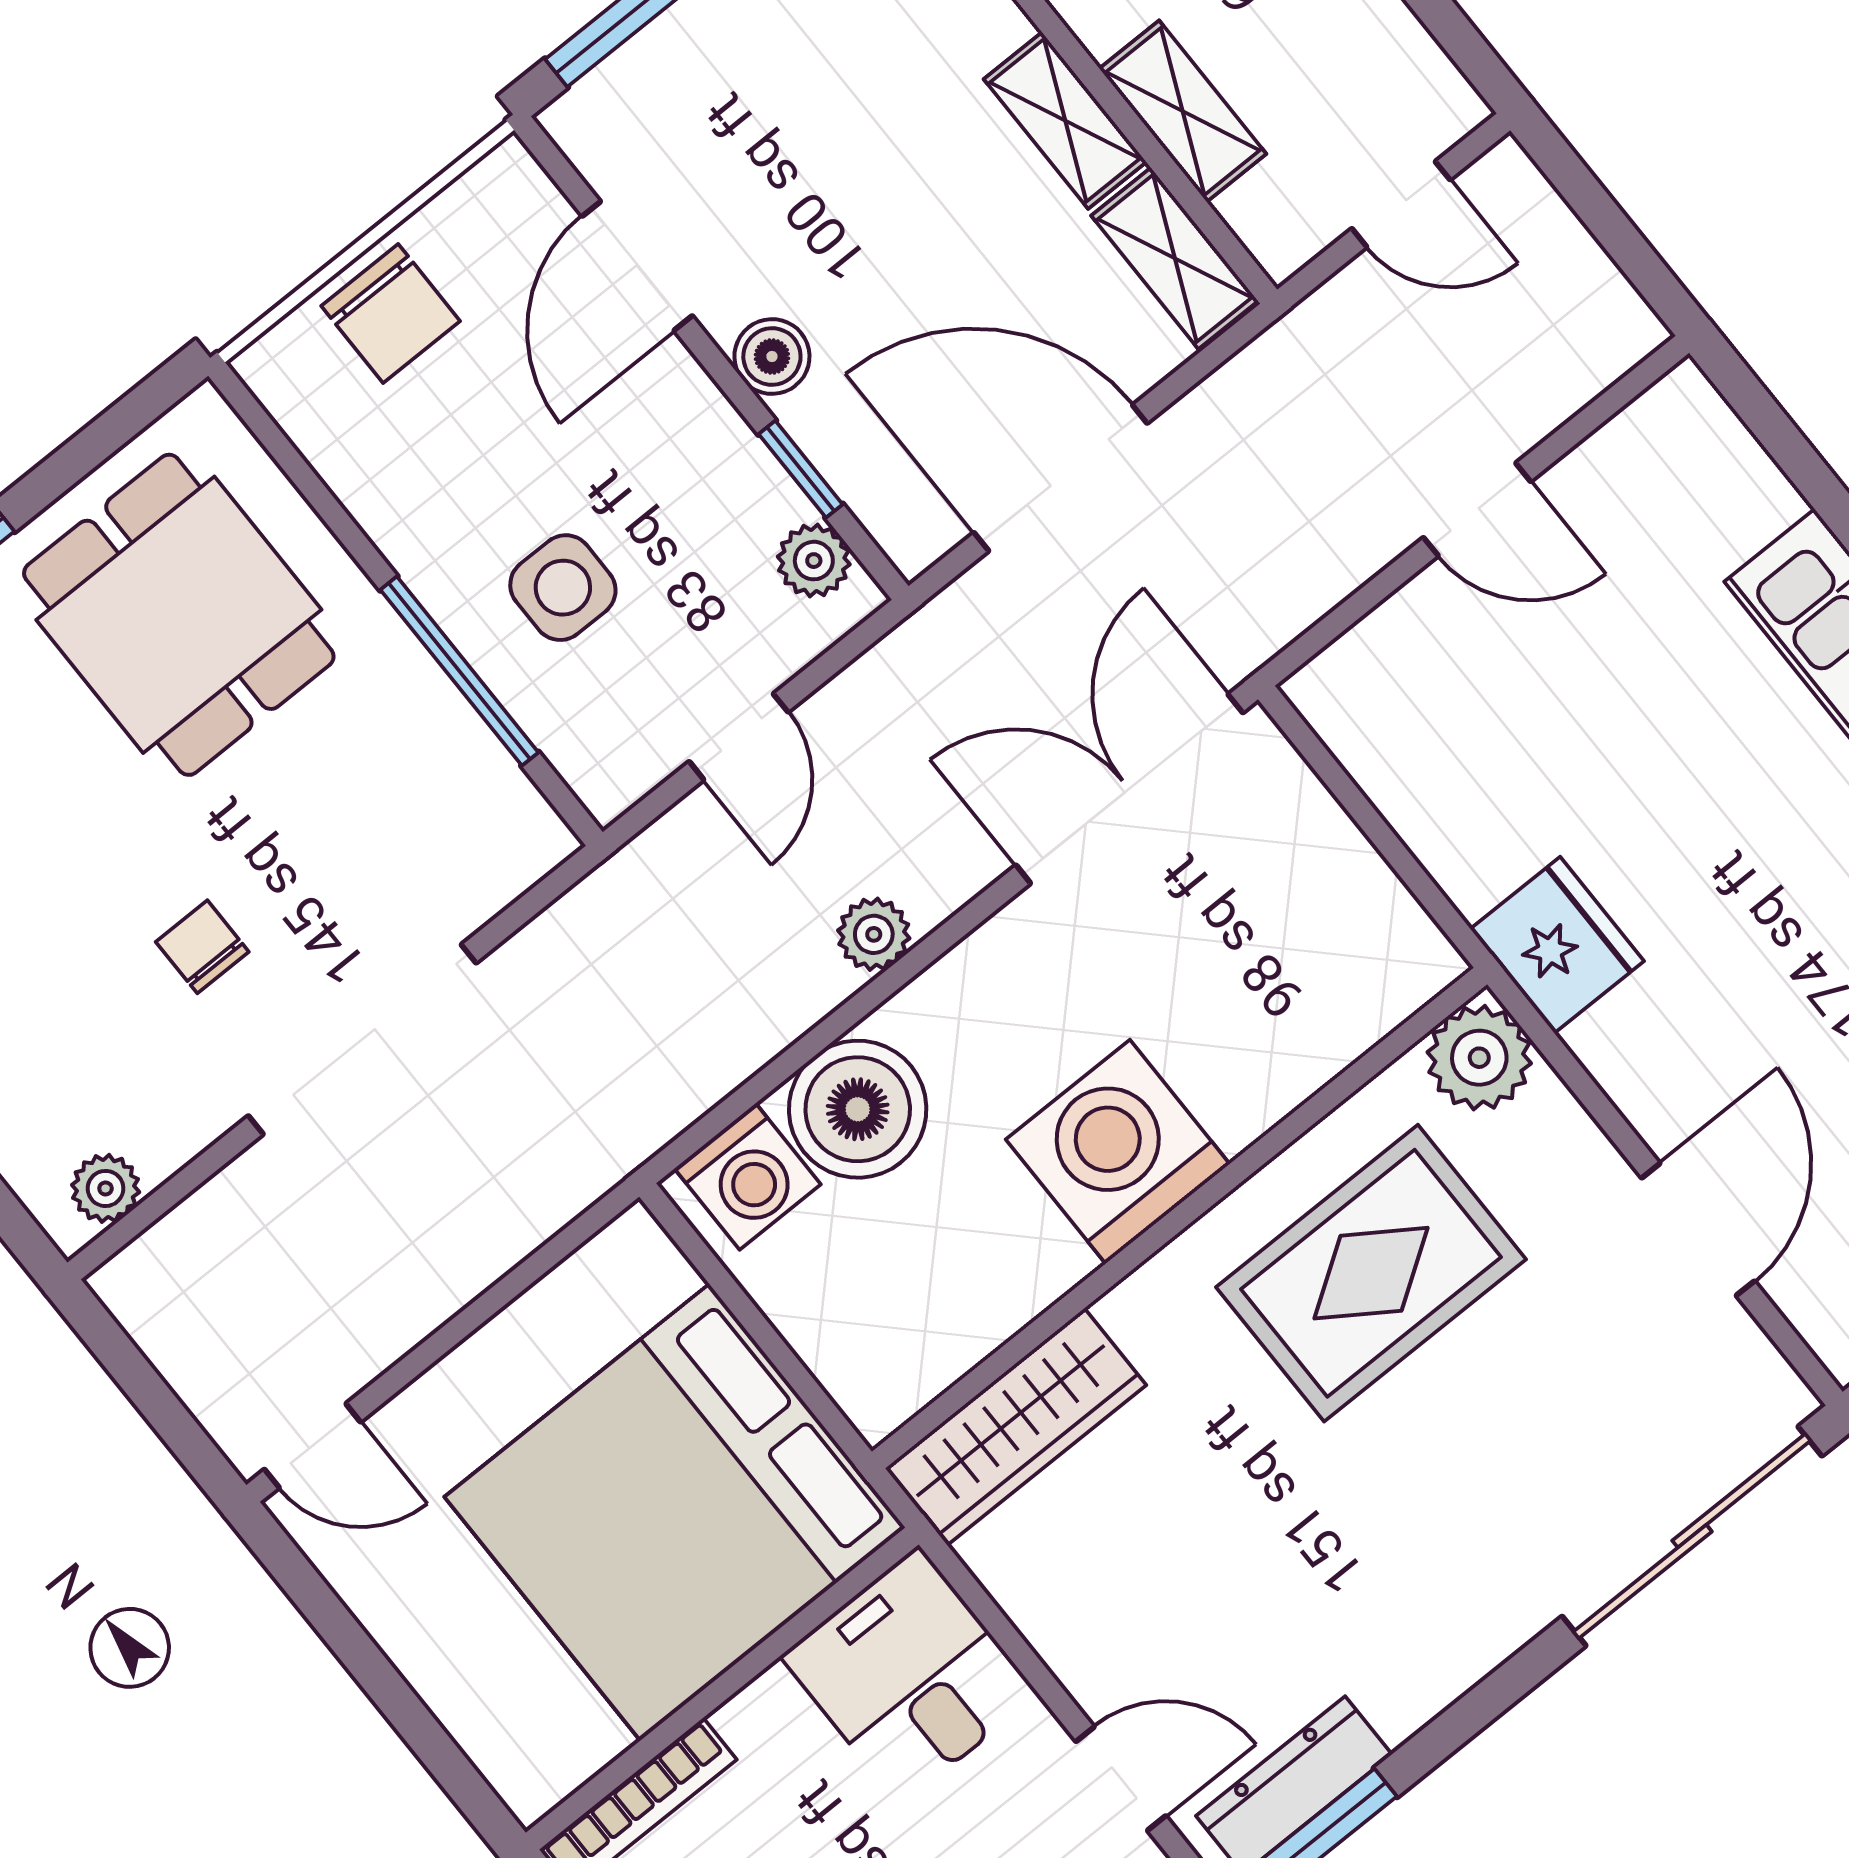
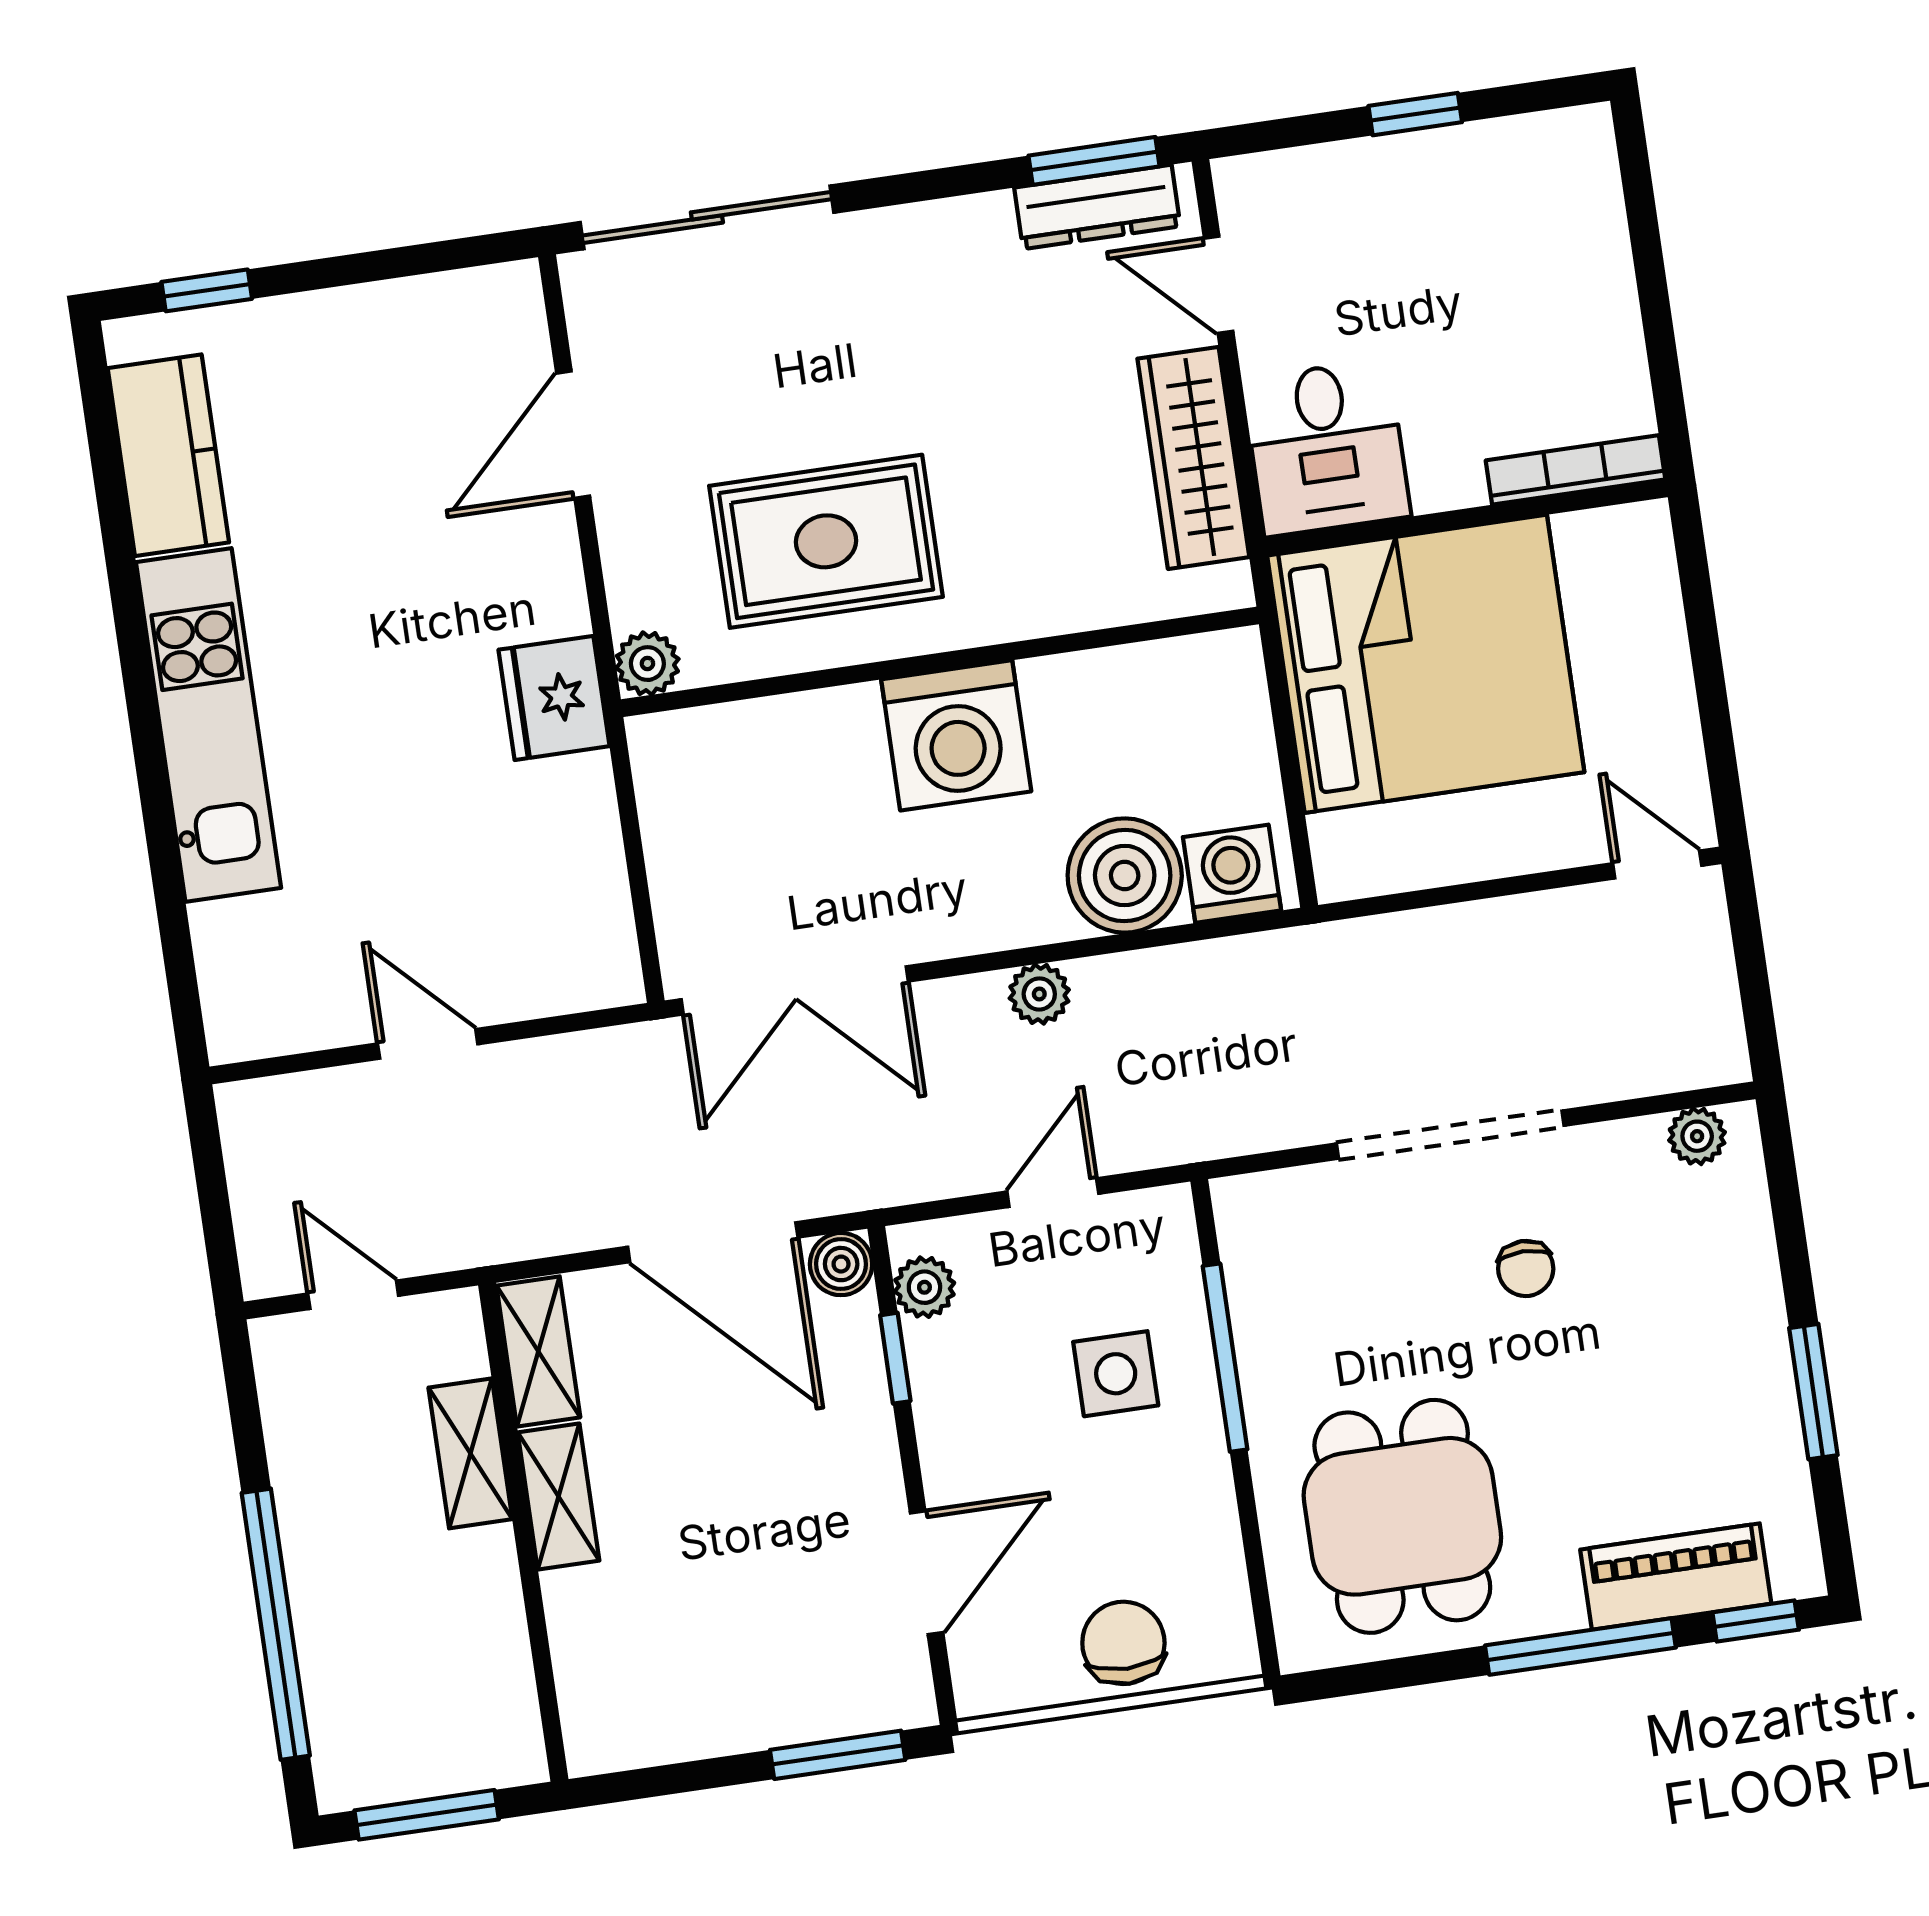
boiler: (772, 356) -> (841, 1264), moved
plant: (1479, 1058) -> (647, 664), width x0.73, depth x0.73
wardrobe: (1016, 1427) -> (1193, 458), moved, turned -90

